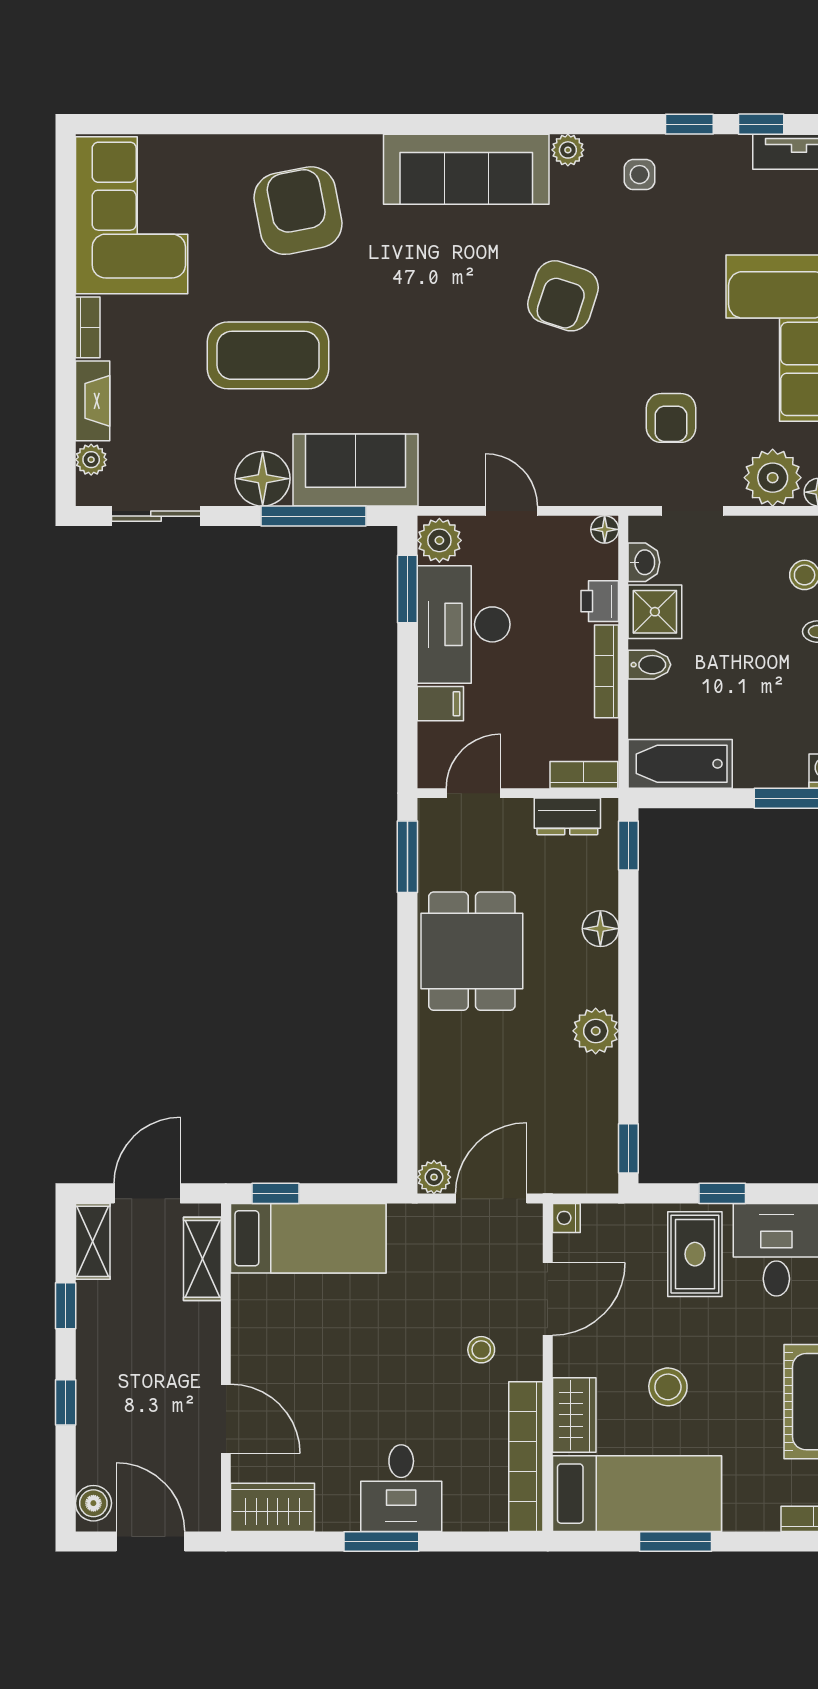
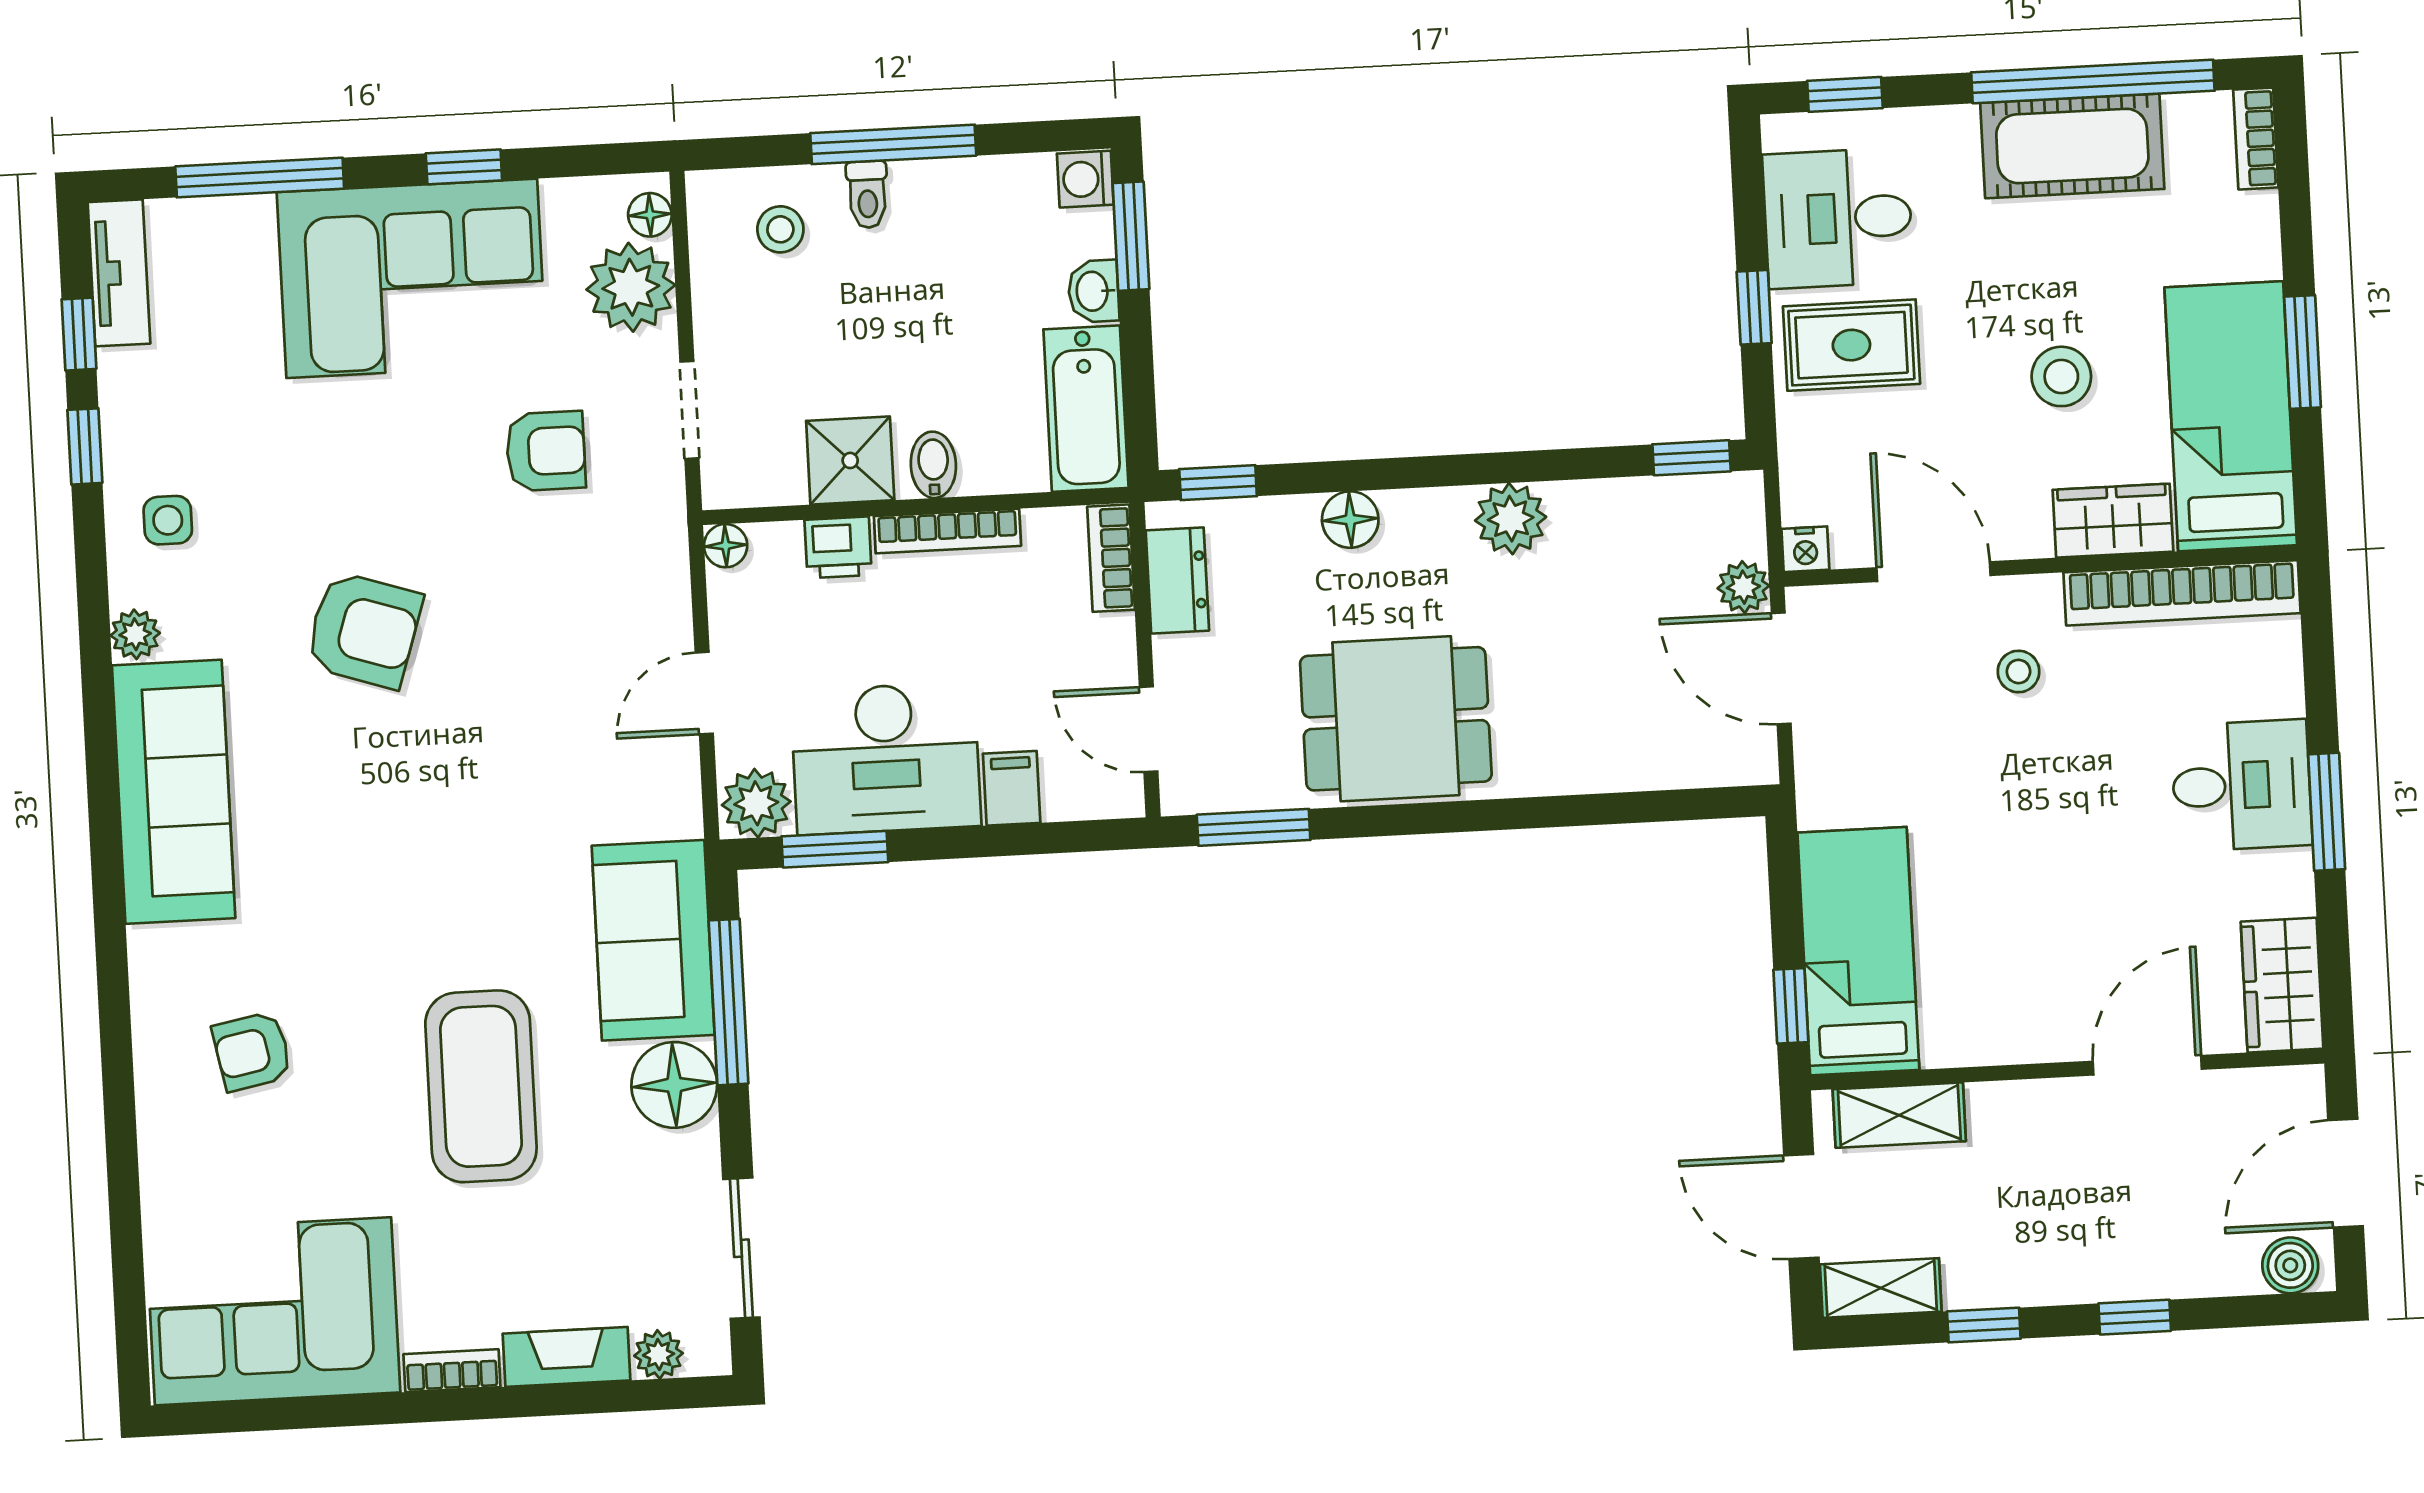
armchair: (298, 211) -> (252, 1051), width x0.53, depth x0.53
washbasin: (644, 562) -> (1094, 291), moved, turned -90
plant: (434, 1177) -> (1743, 587), moved

